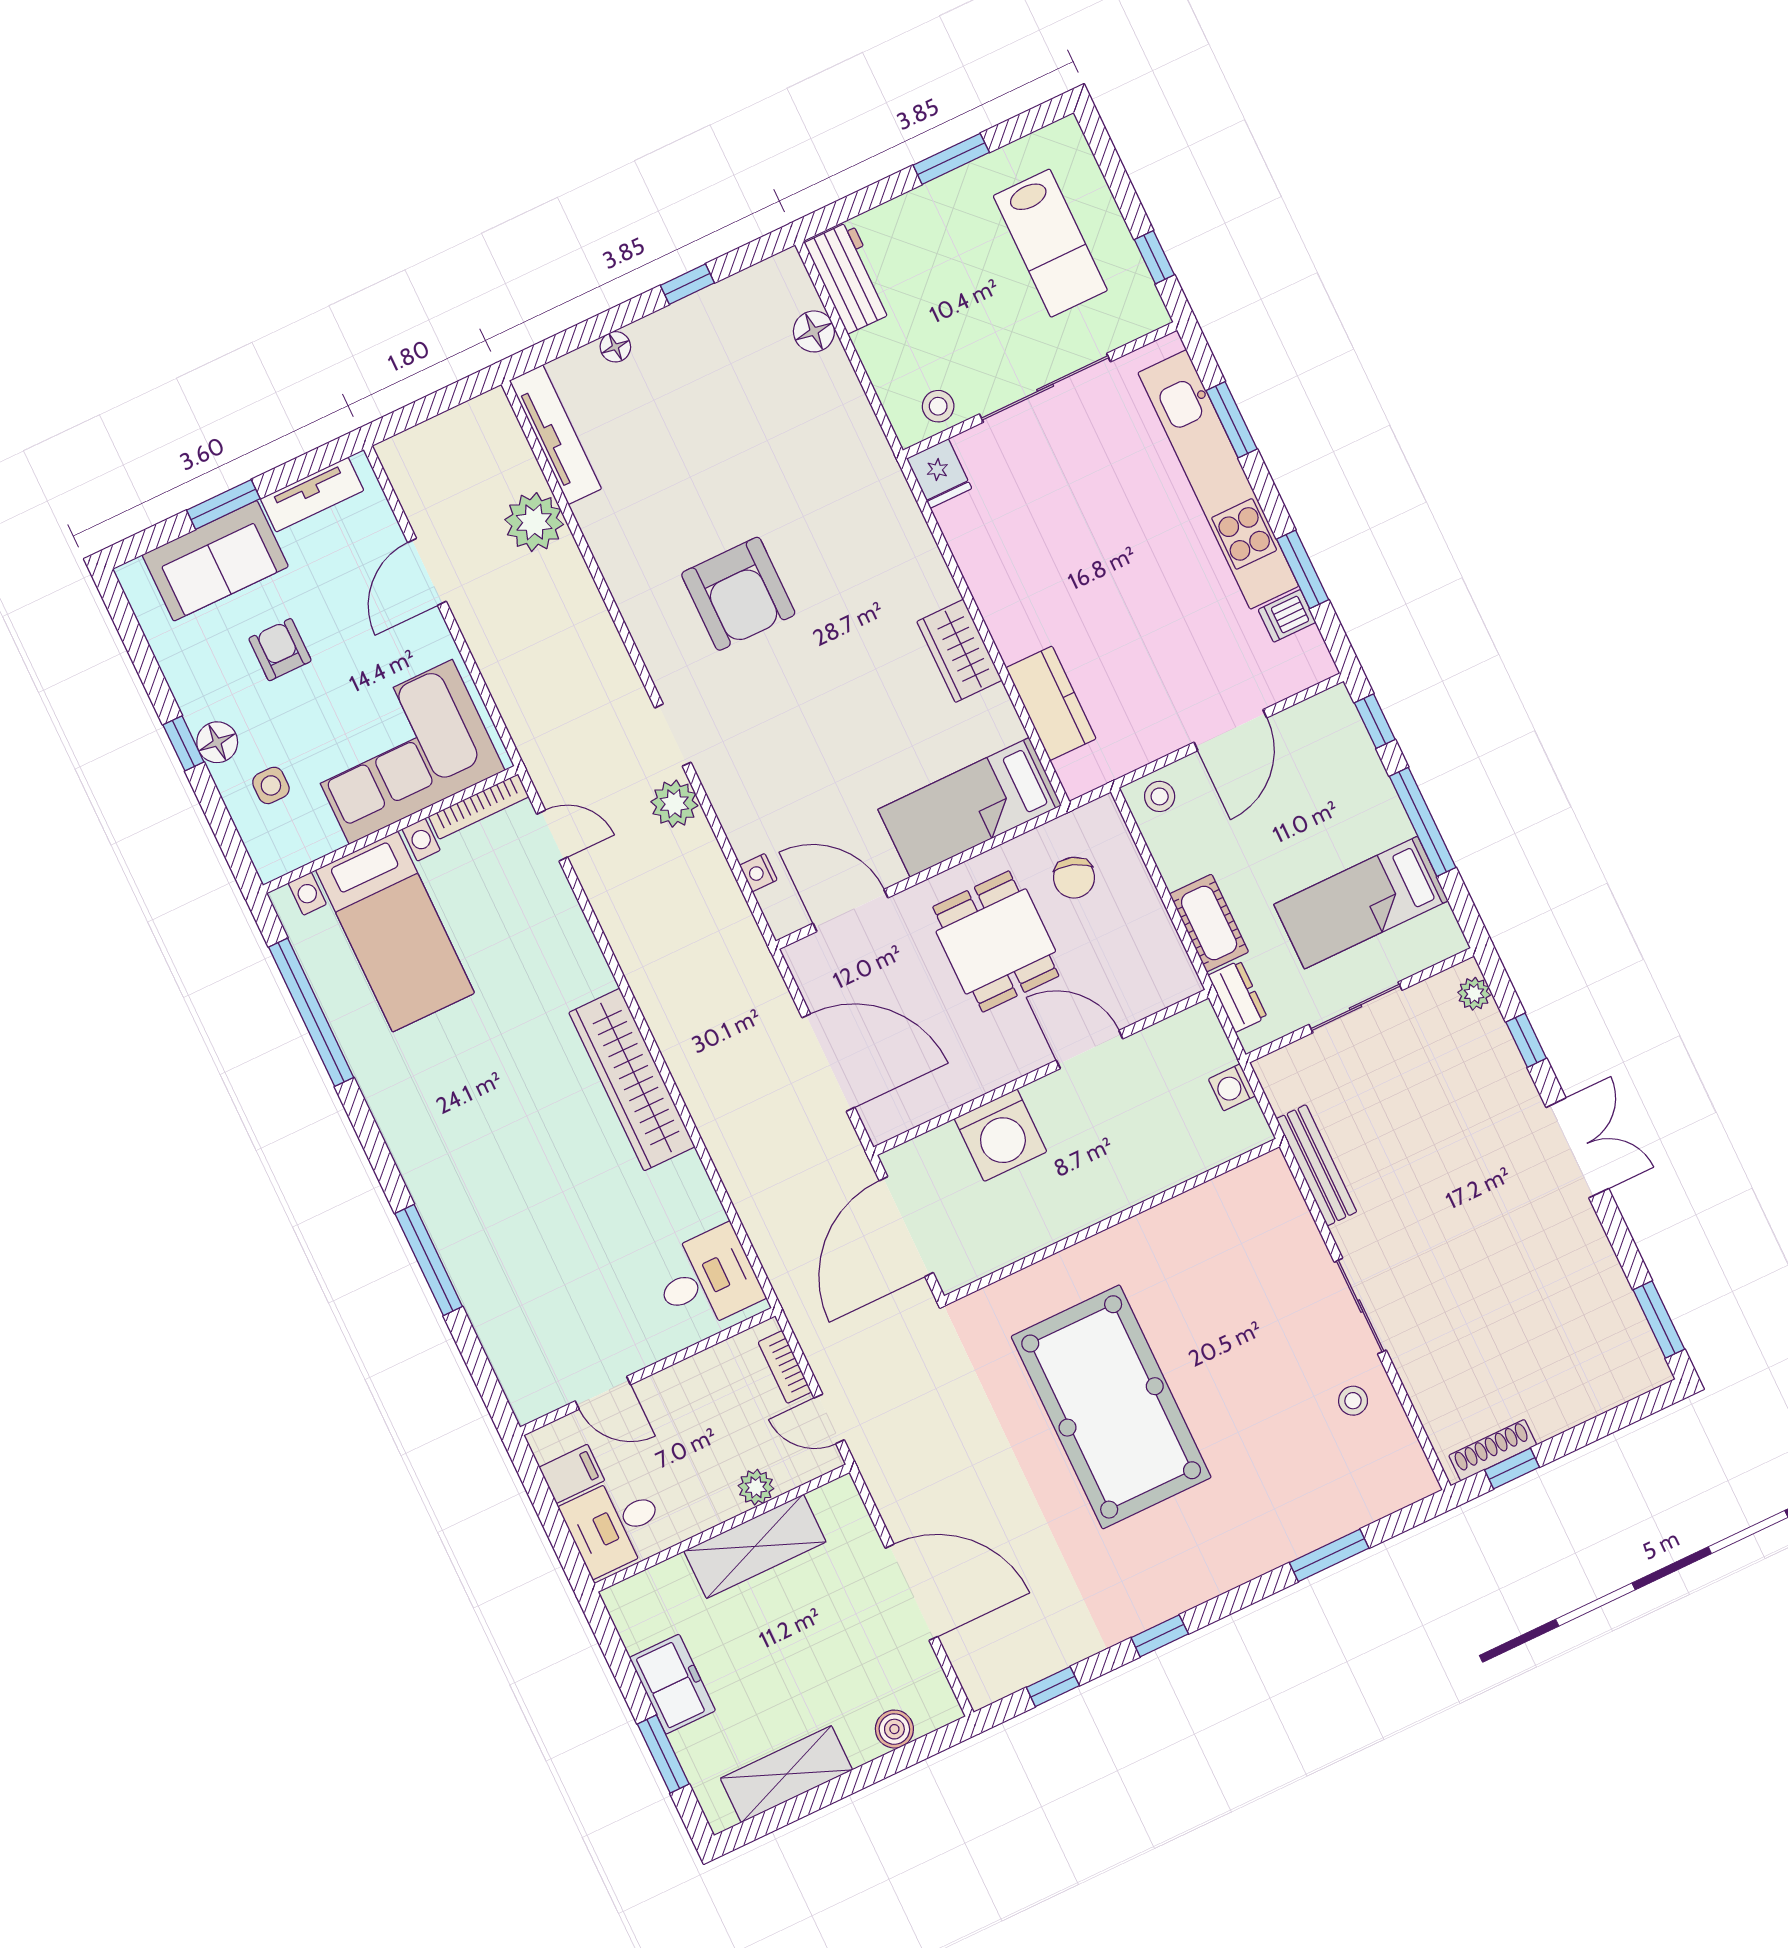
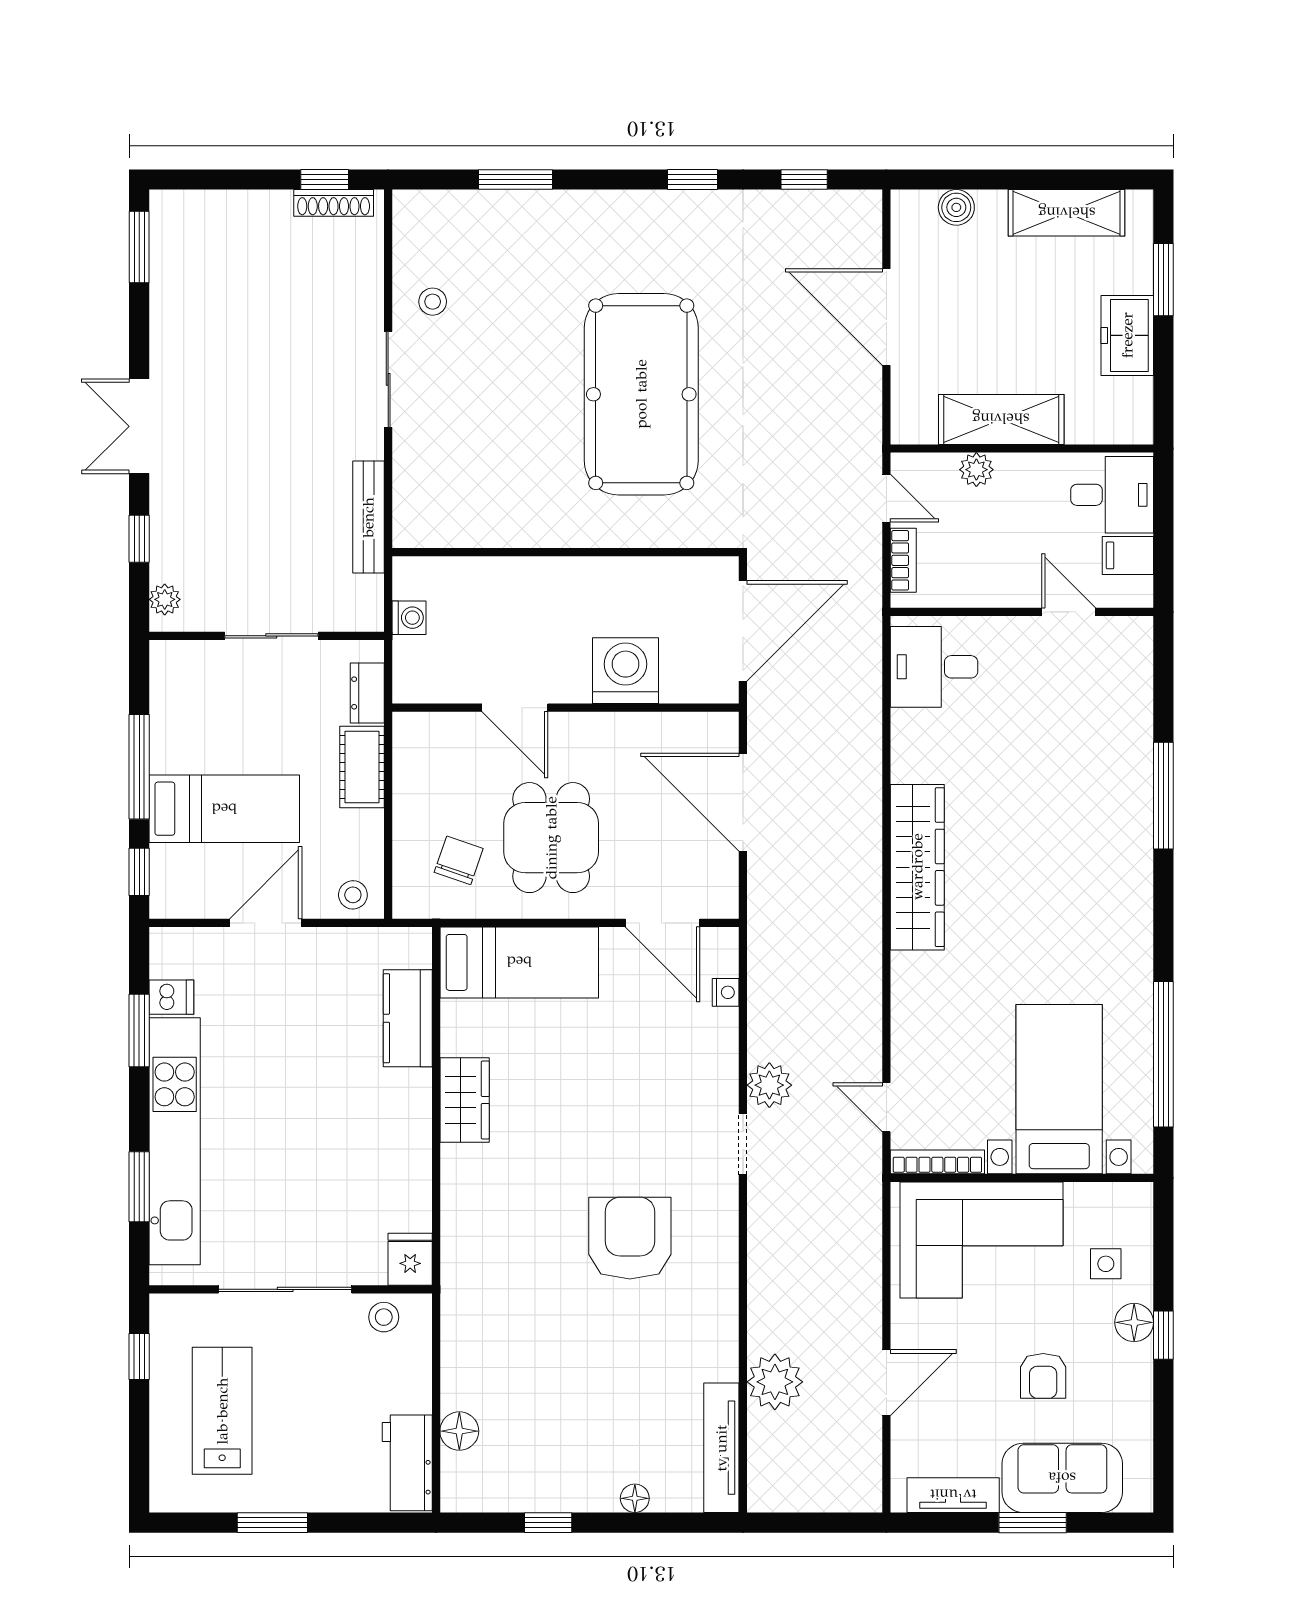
bed: (1361, 903) -> (224, 809), moved

